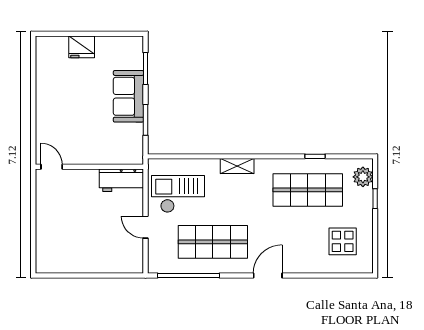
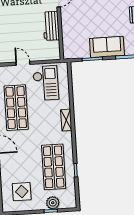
plant: (363, 177) -> (53, 203), moved
workbench: (121, 180) -> (51, 26), moved
door: (146, 227) -> (23, 63), hinge flipped

